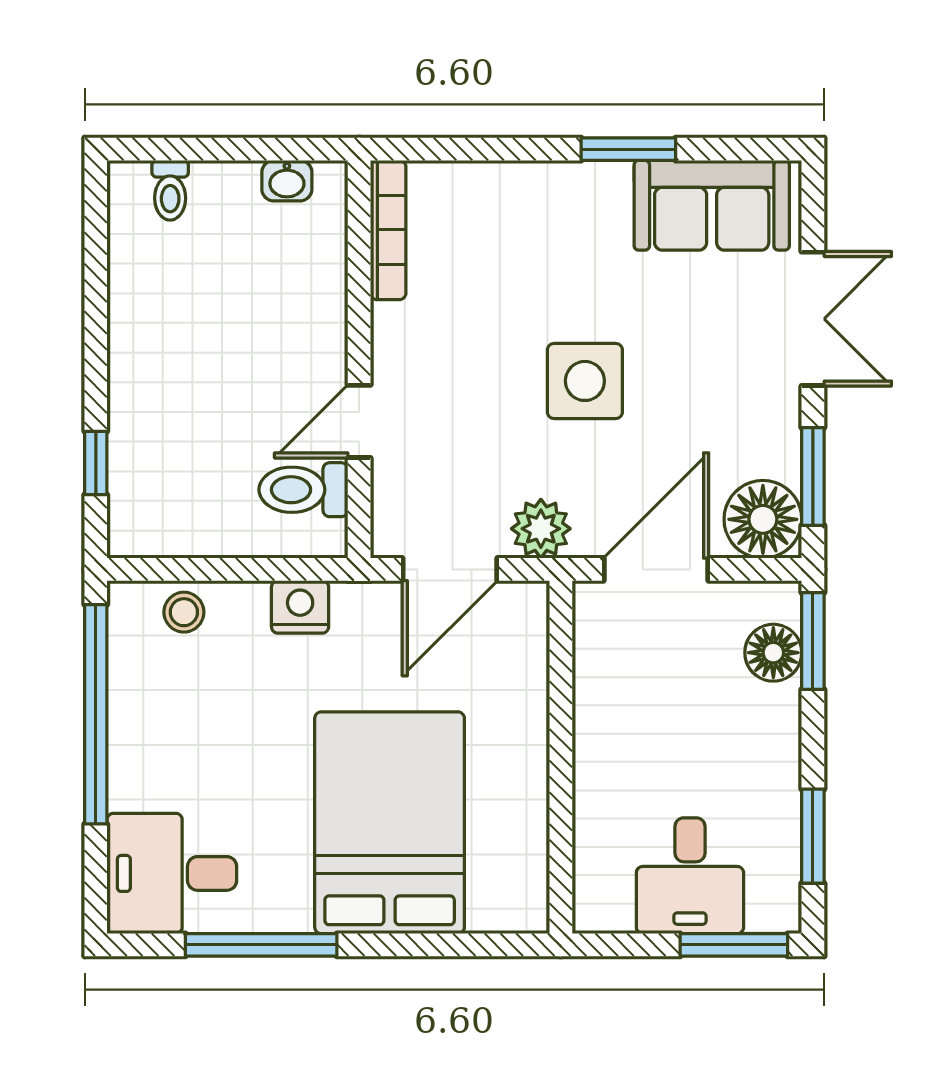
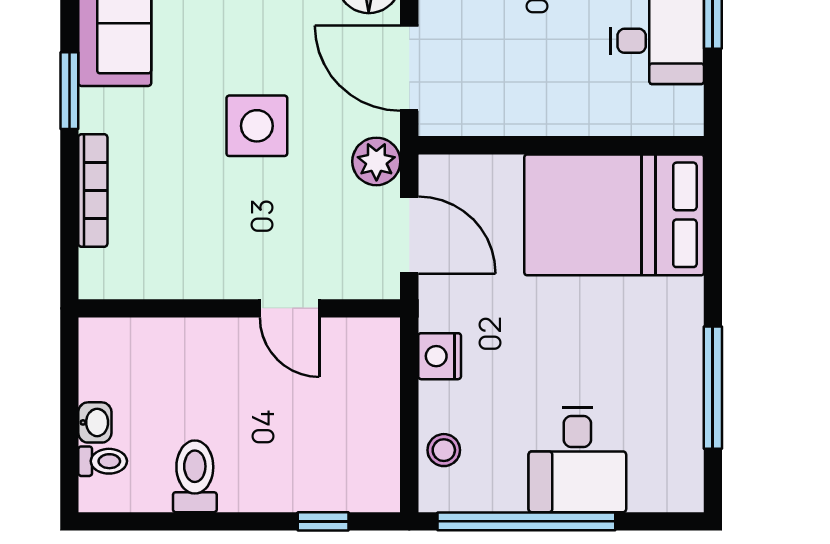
washbasin: (287, 181) -> (95, 422), moved
bookcase: (388, 230) -> (93, 191), moved, turned 90
toilet: (303, 490) -> (195, 476), moved, turned 180
bed: (390, 823) -> (614, 215), moved
desk: (172, 873) -> (577, 460), moved

